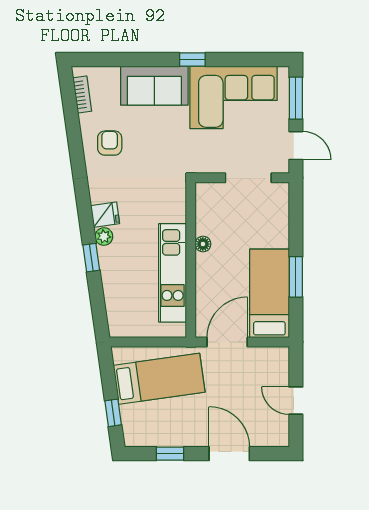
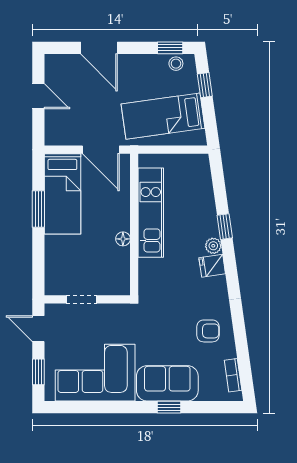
window: (192, 60) -> (169, 407), moved
window: (296, 98) -> (38, 372), width x0.67
armchair: (110, 143) -> (208, 331), turned -90
doorway: (248, 178) -> (82, 299), width x0.73
door: (227, 342) -> (101, 150), hinge flipped
stool: (145, 436) -> (176, 64), added
window: (170, 454) -> (170, 48), moved

